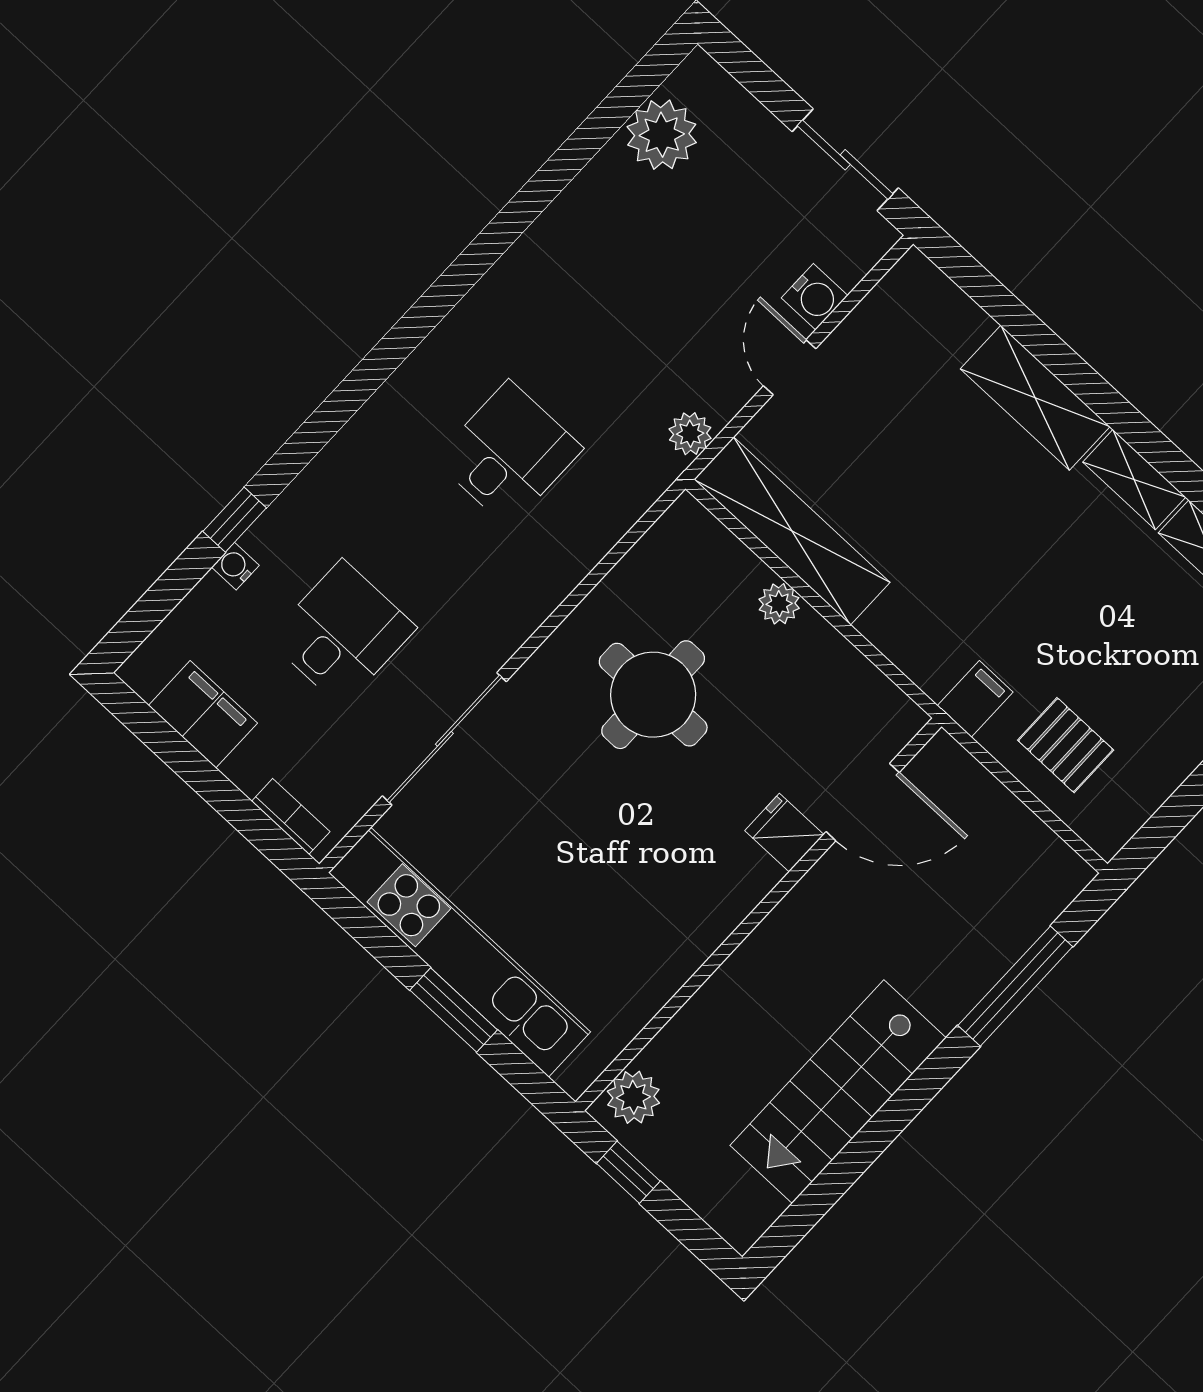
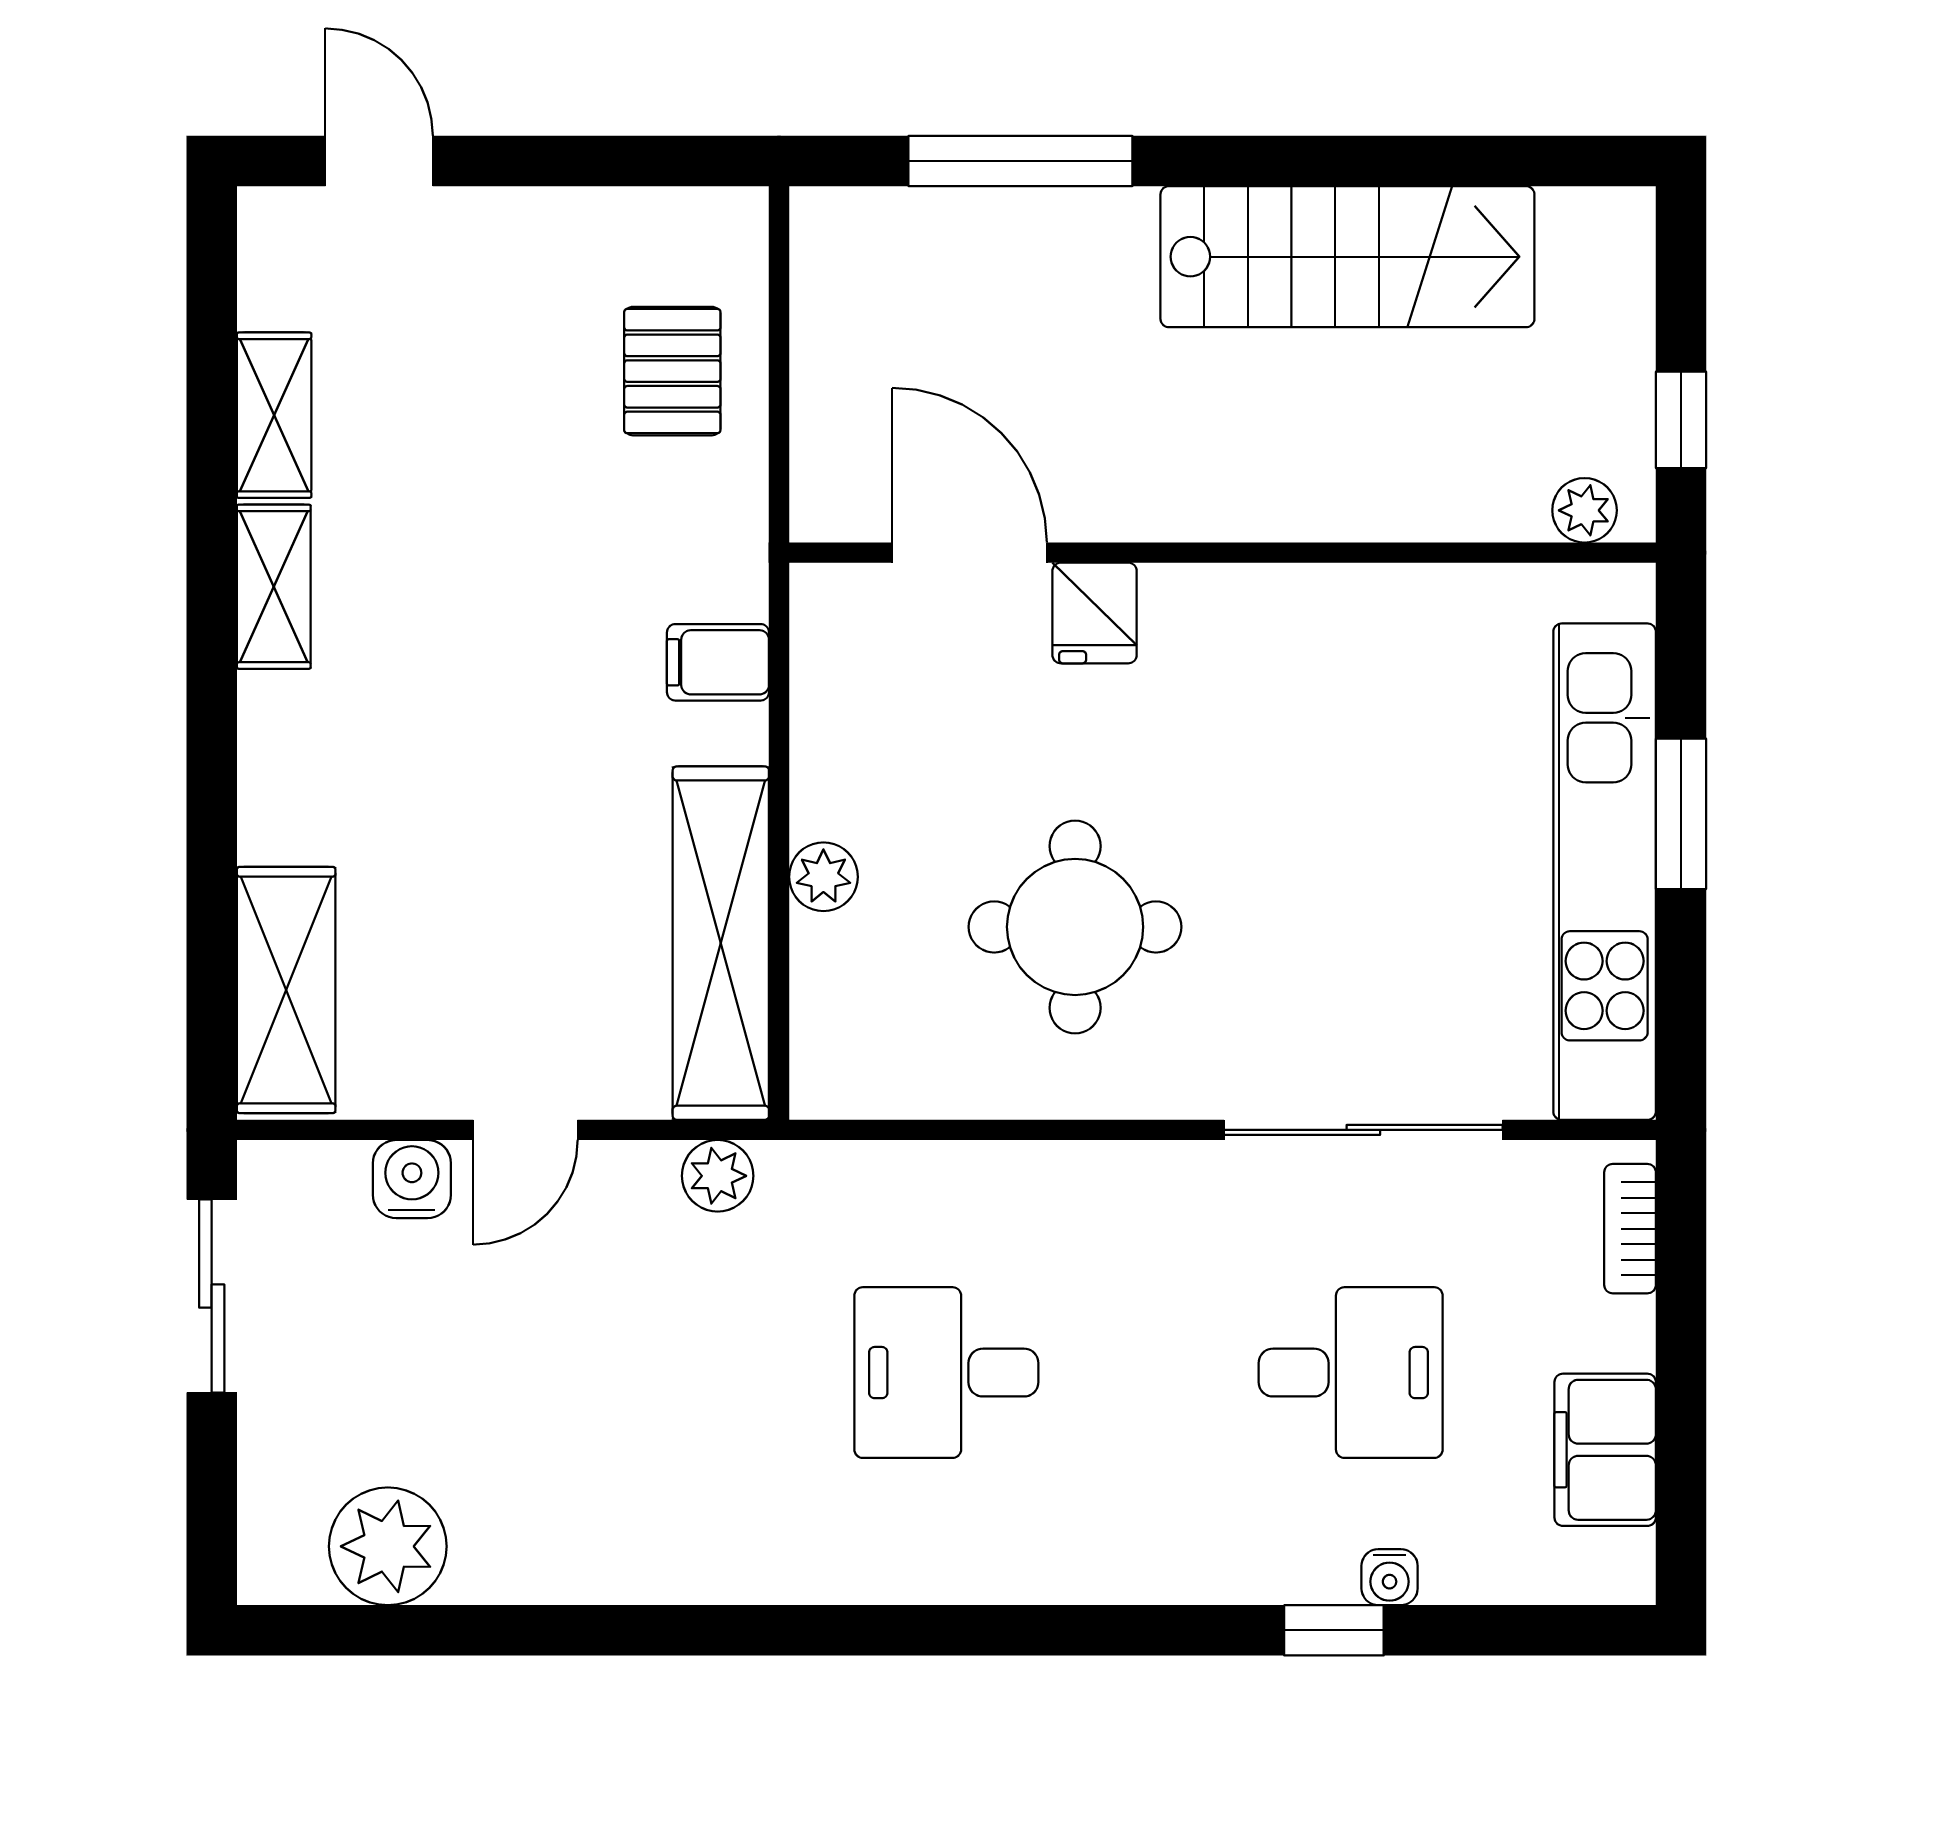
shelving: (1035, 398) -> (286, 990), moved
desk: (342, 633) -> (1351, 1373), turned 180
filing cabinet: (975, 699) -> (718, 662), moved
plant: (633, 1097) -> (1585, 510), width x0.73, depth x0.73

